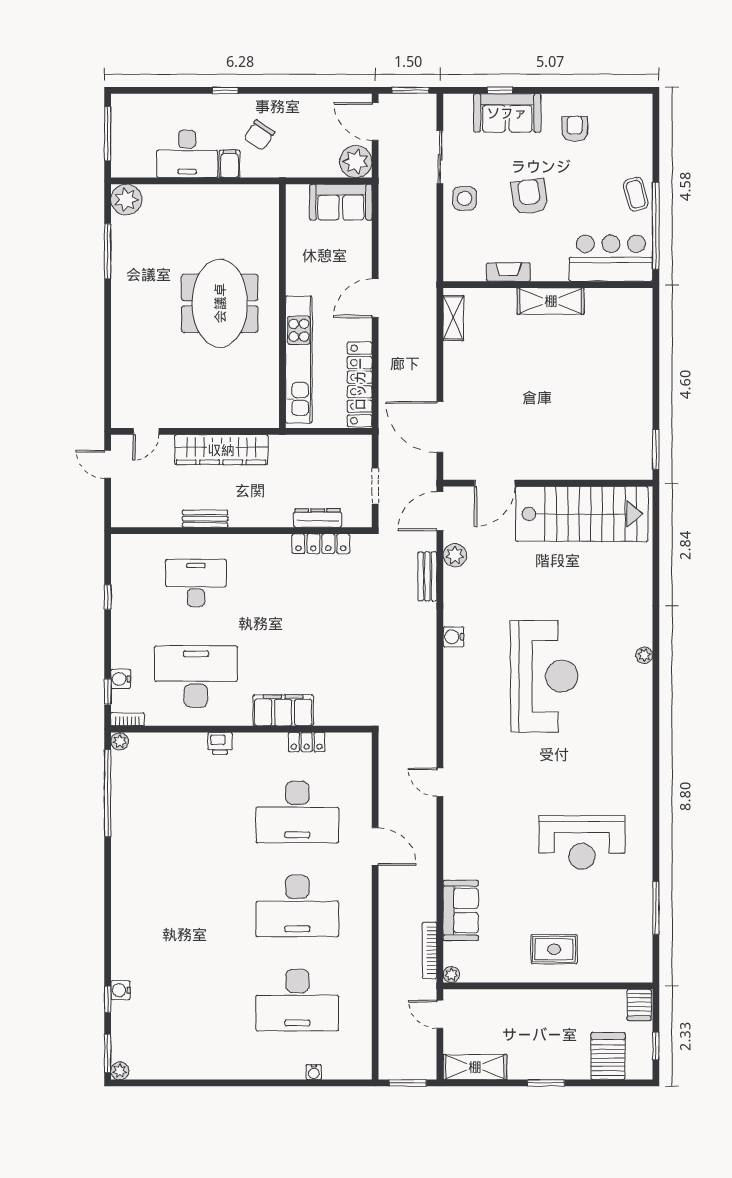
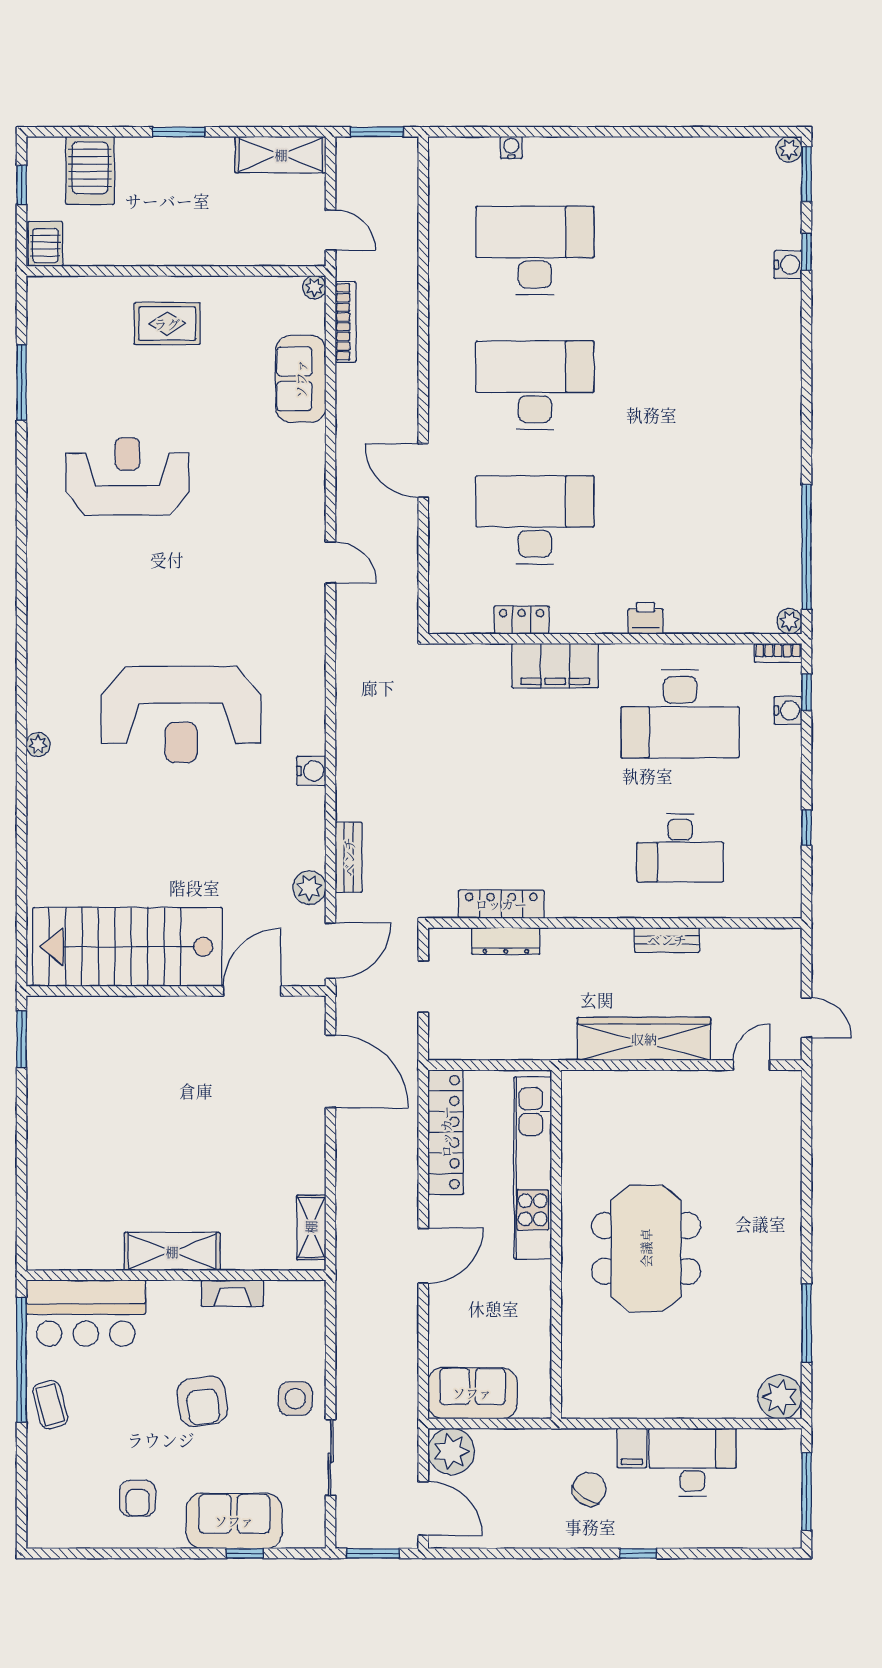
reception desk: (544, 676) -> (181, 715), turned -90

